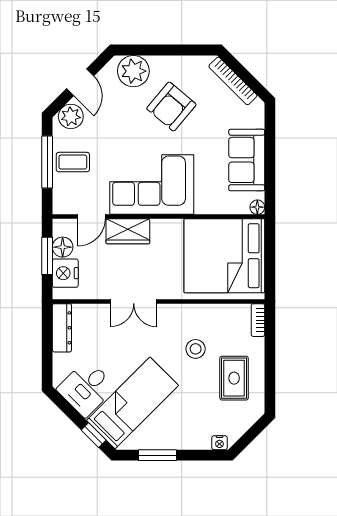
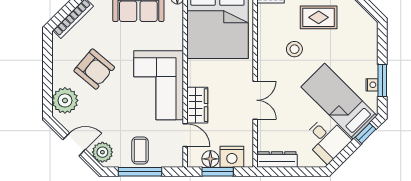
nightstand: (219, 443) -> (372, 85), moved

